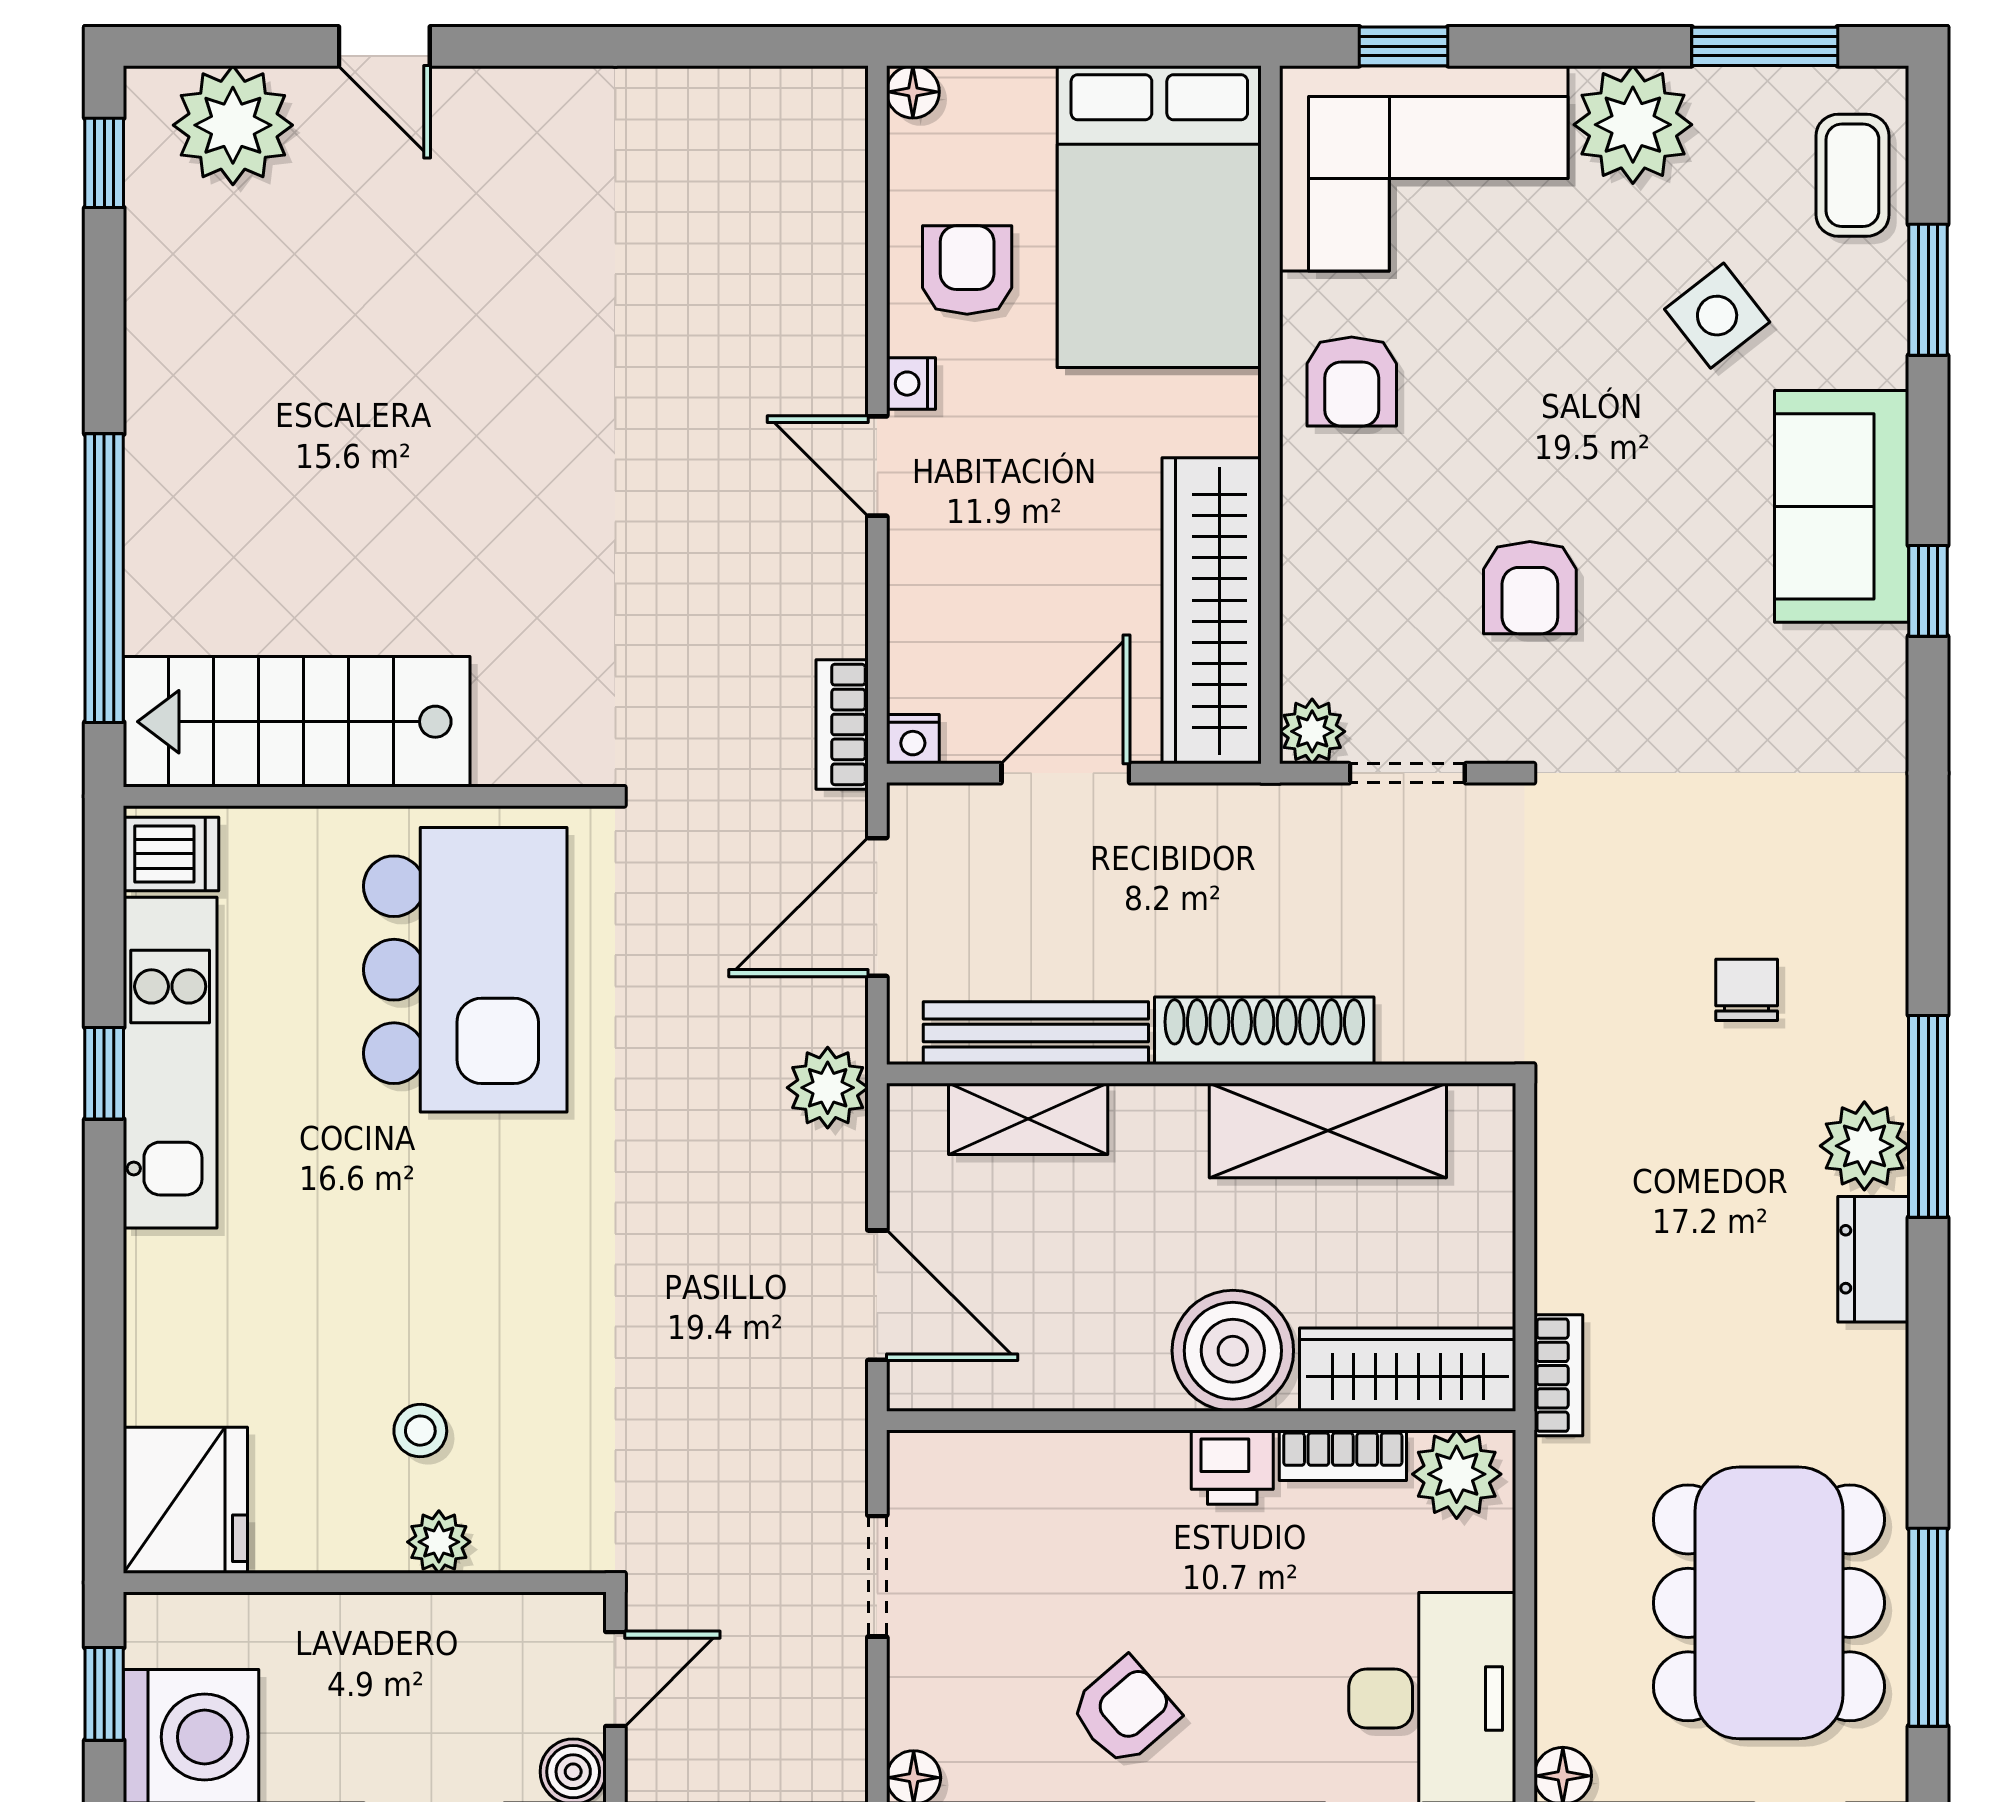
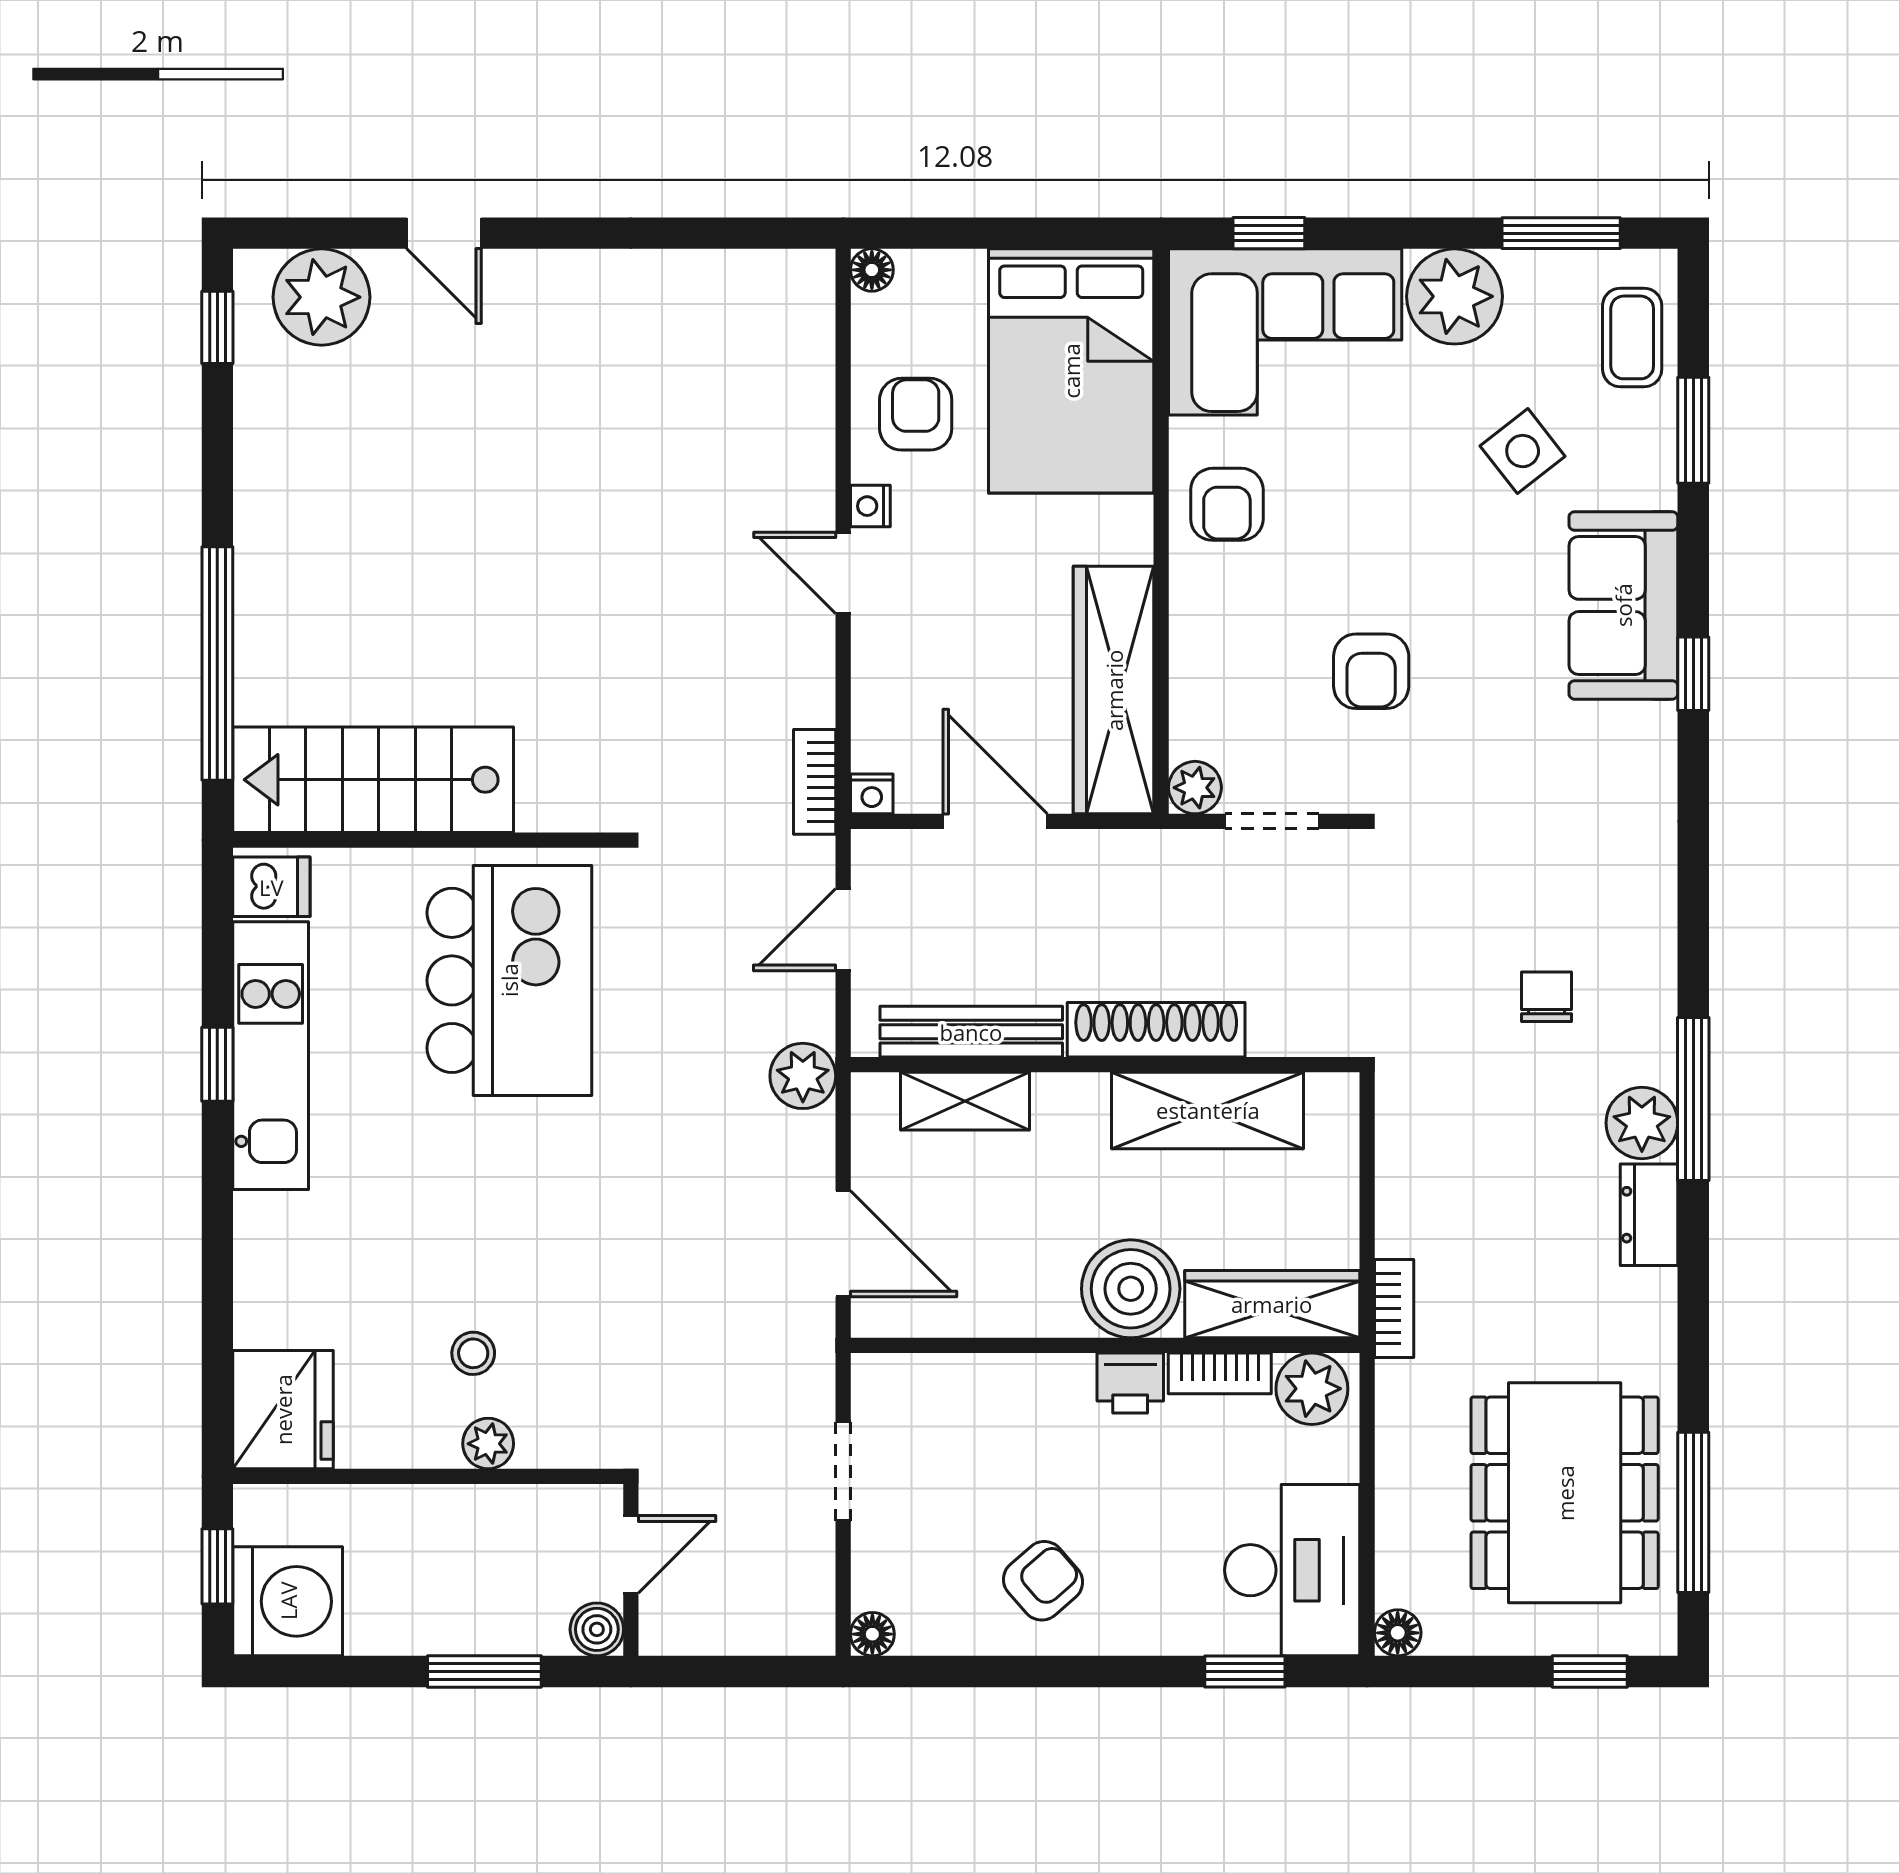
door: (1065, 773) -> (995, 821), hinge flipped
door: (877, 907) -> (843, 930), width x0.73

